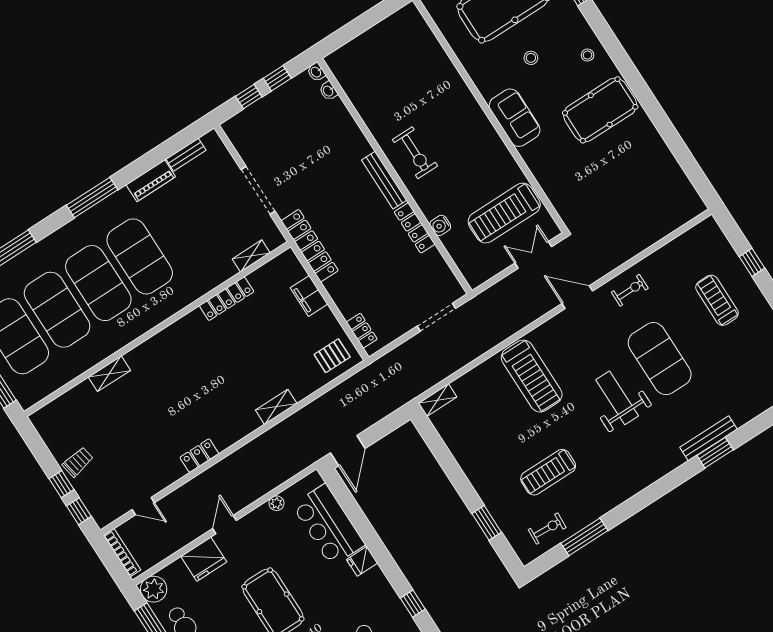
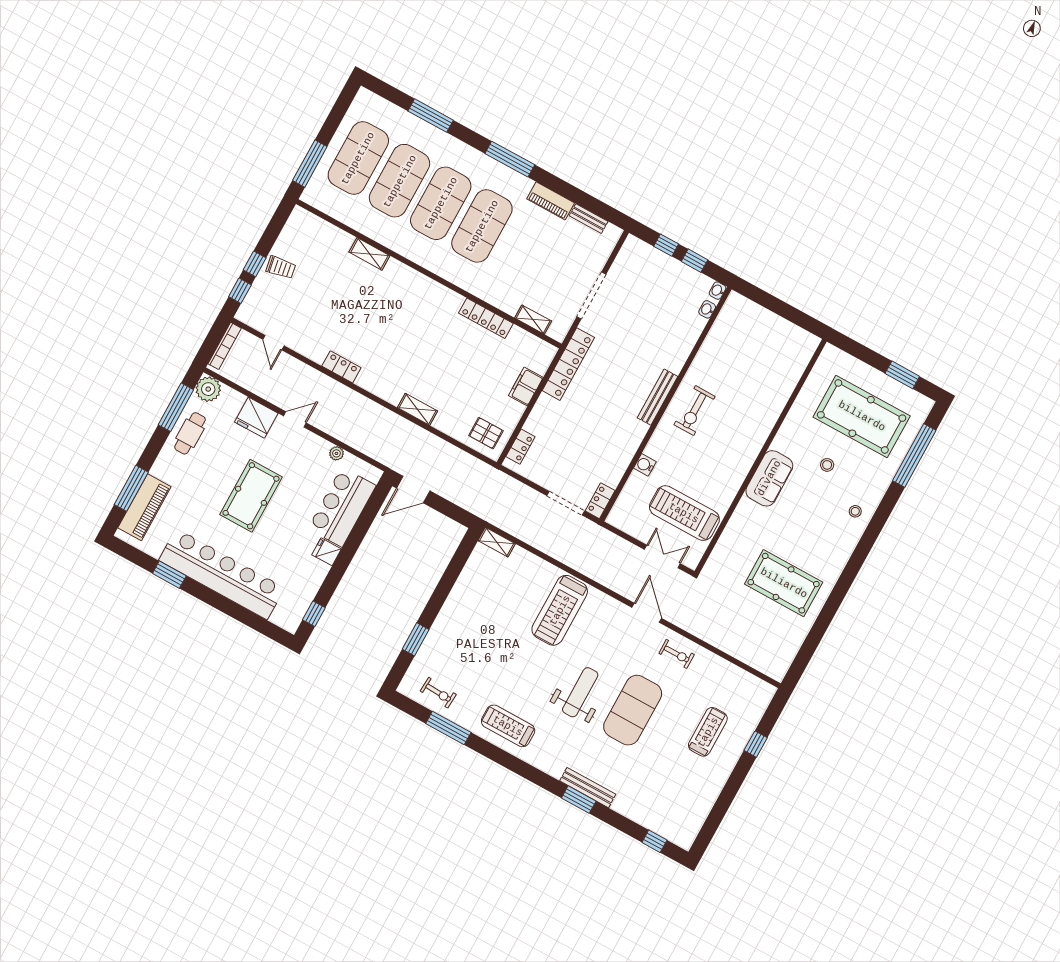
pool table: (600, 110) -> (784, 583), moved
locker: (415, 228) -> (600, 501), moved, width x0.66
treadmill: (548, 472) -> (508, 726), moved

